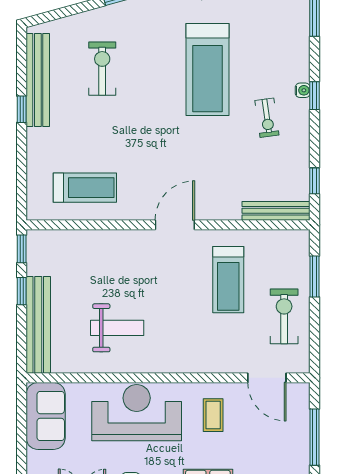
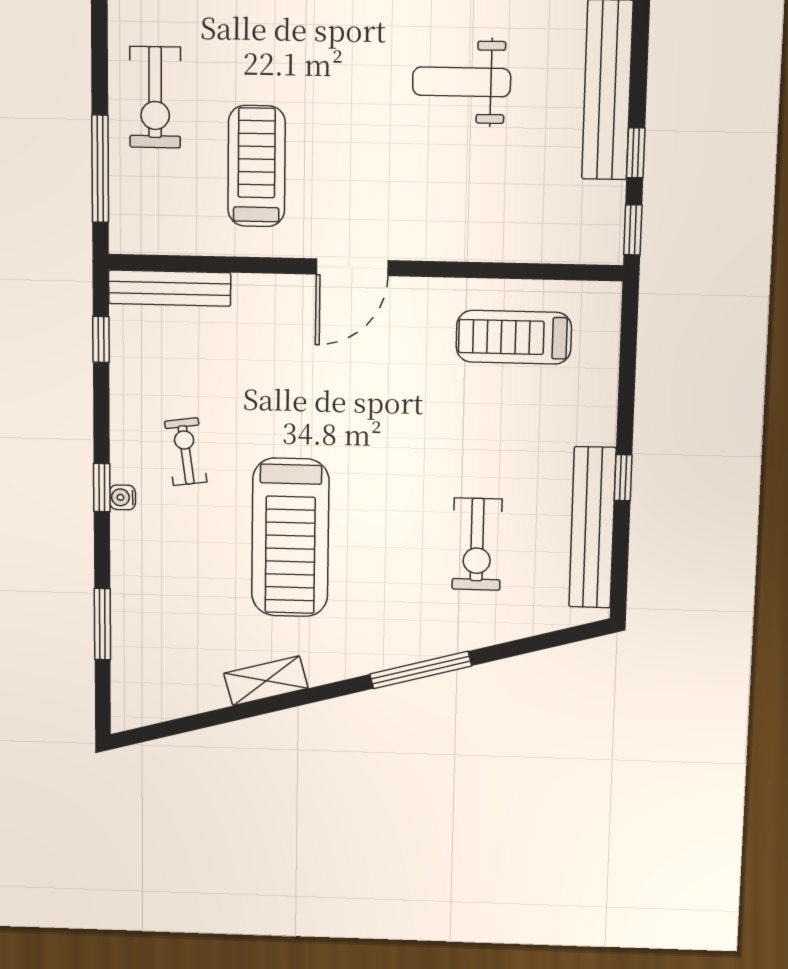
treadmill: (208, 69) -> (290, 538), turned 180
window: (314, 276) -> (100, 169), width x1.44

